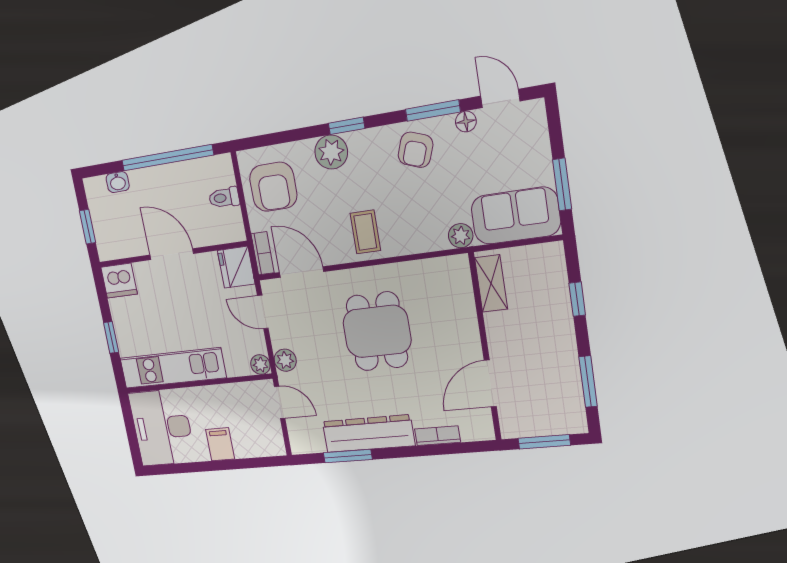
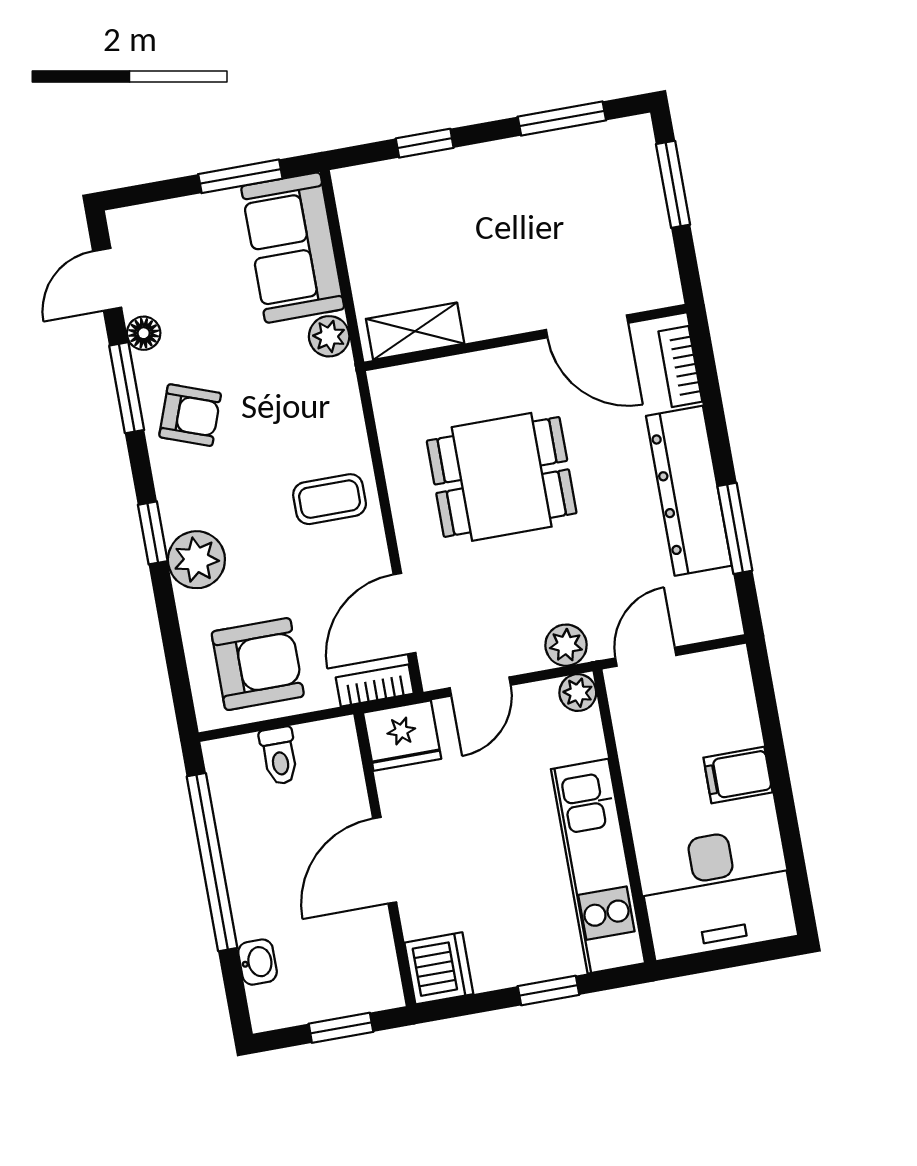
shelving: (491, 283) -> (415, 331), moved
wall: (485, 348) -> (525, 338), moved
door: (490, 383) -> (587, 326), moved

